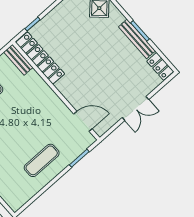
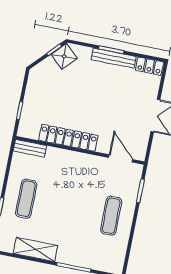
locker: (40, 58) -> (68, 138), moved
door: (83, 121) -> (121, 158), hinge flipped

